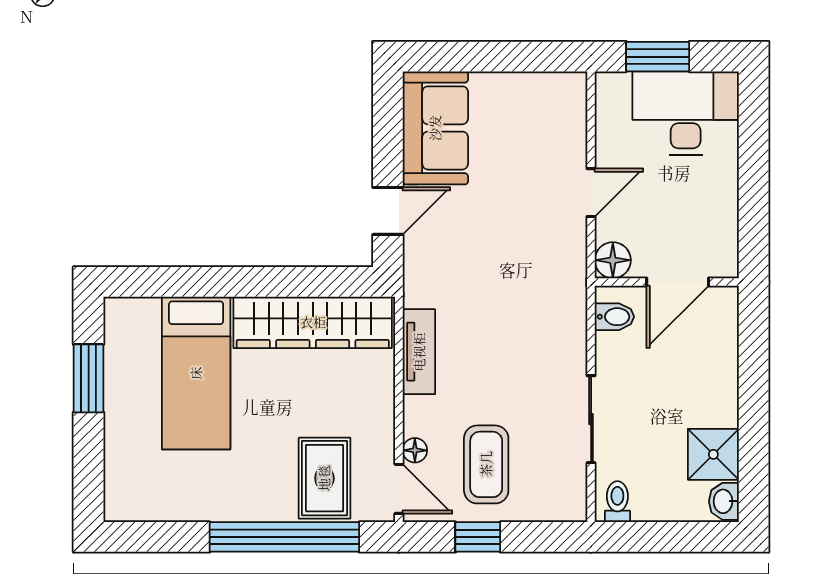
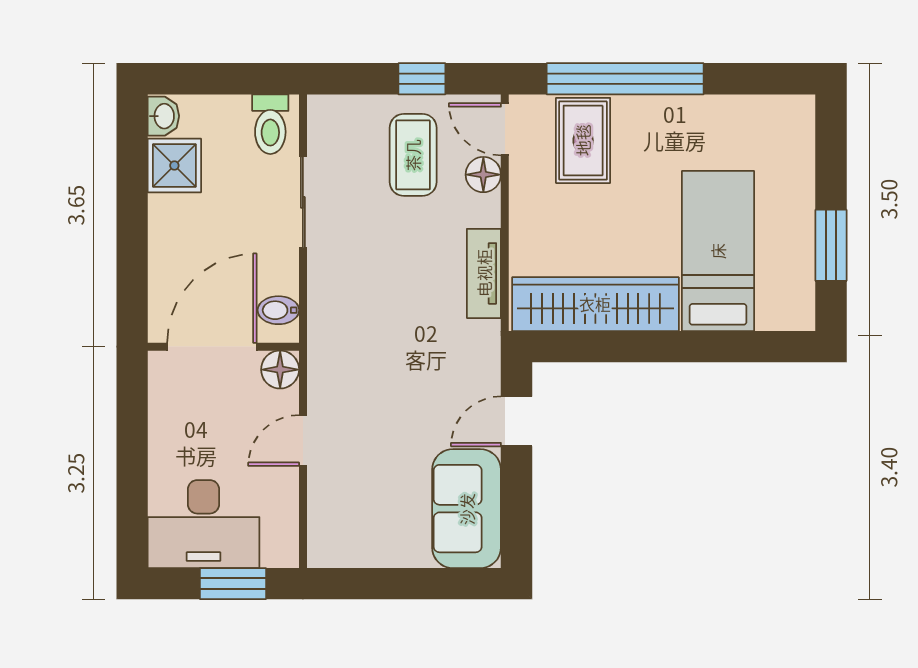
door: (678, 282) -> (212, 347), width x1.36
floor lamp: (415, 450) -> (483, 175), width x1.37, depth x1.37
toilet: (617, 502) -> (270, 124), width x1.37, depth x1.39

